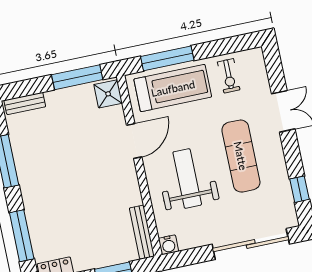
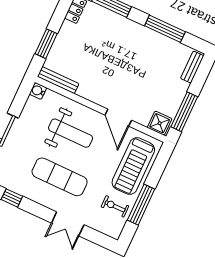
window: (167, 58) -> (141, 205), moved

